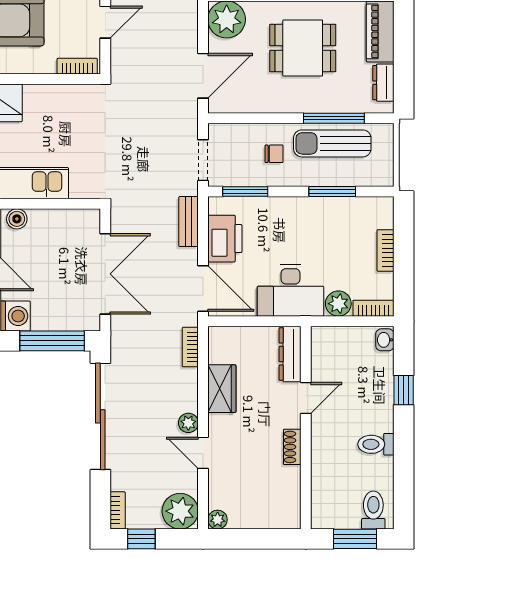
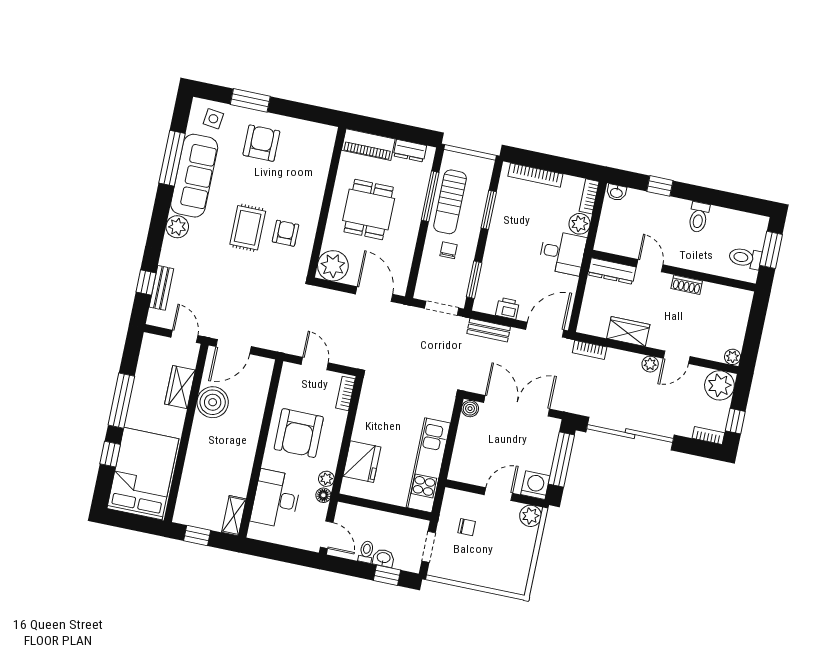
boiler: (17, 219) -> (470, 409), moved
printer: (225, 239) -> (507, 308), width x0.53, depth x0.68
bookcase: (385, 250) -> (535, 175), width x1.56
desk: (290, 290) -> (562, 253), width x0.73
toilet: (373, 510) -> (745, 258), moved

